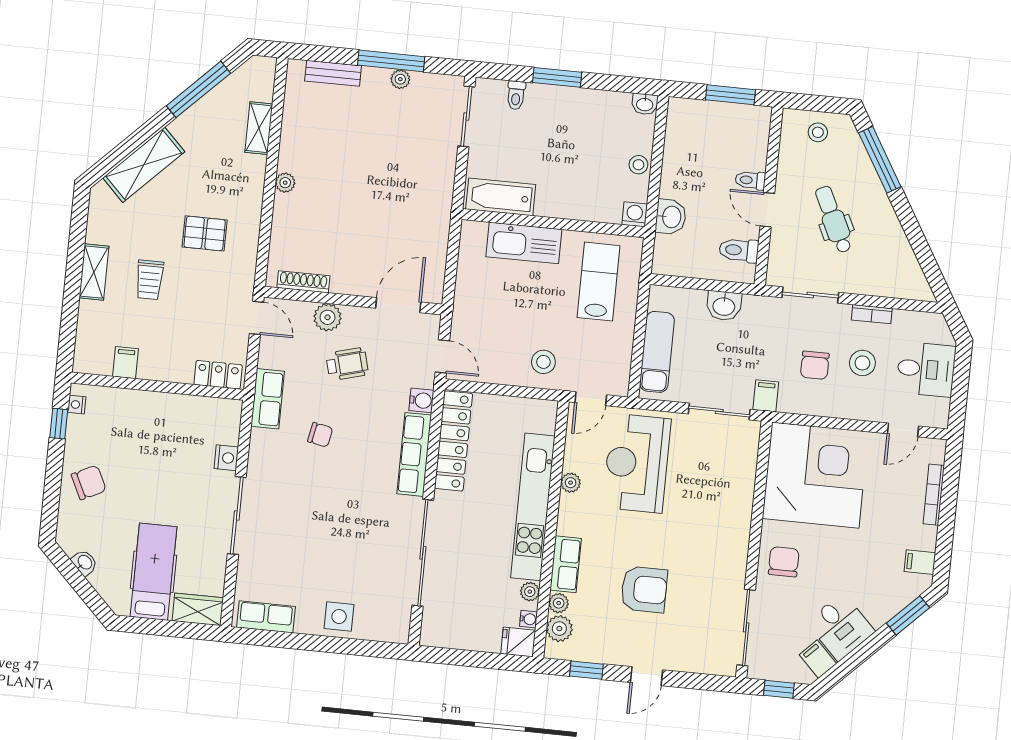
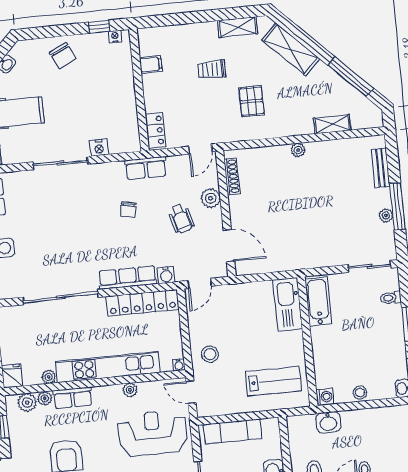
kitchen sink: (524, 243) -> (288, 304), moved
shelving: (94, 272) -> (237, 27), moved
water cooler: (529, 619) -> (179, 365), moved

